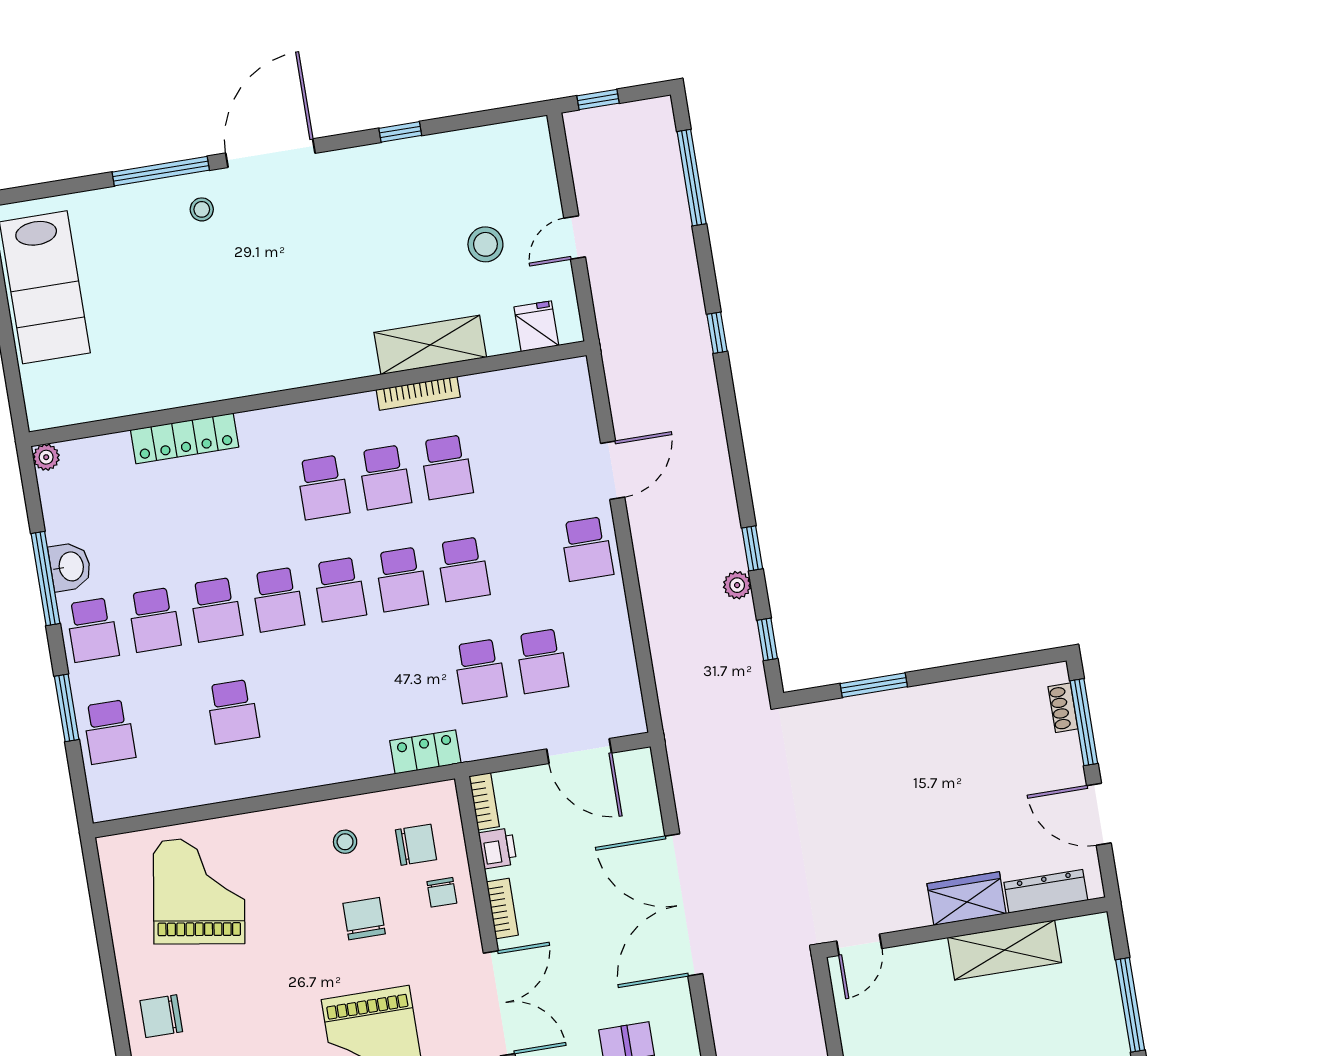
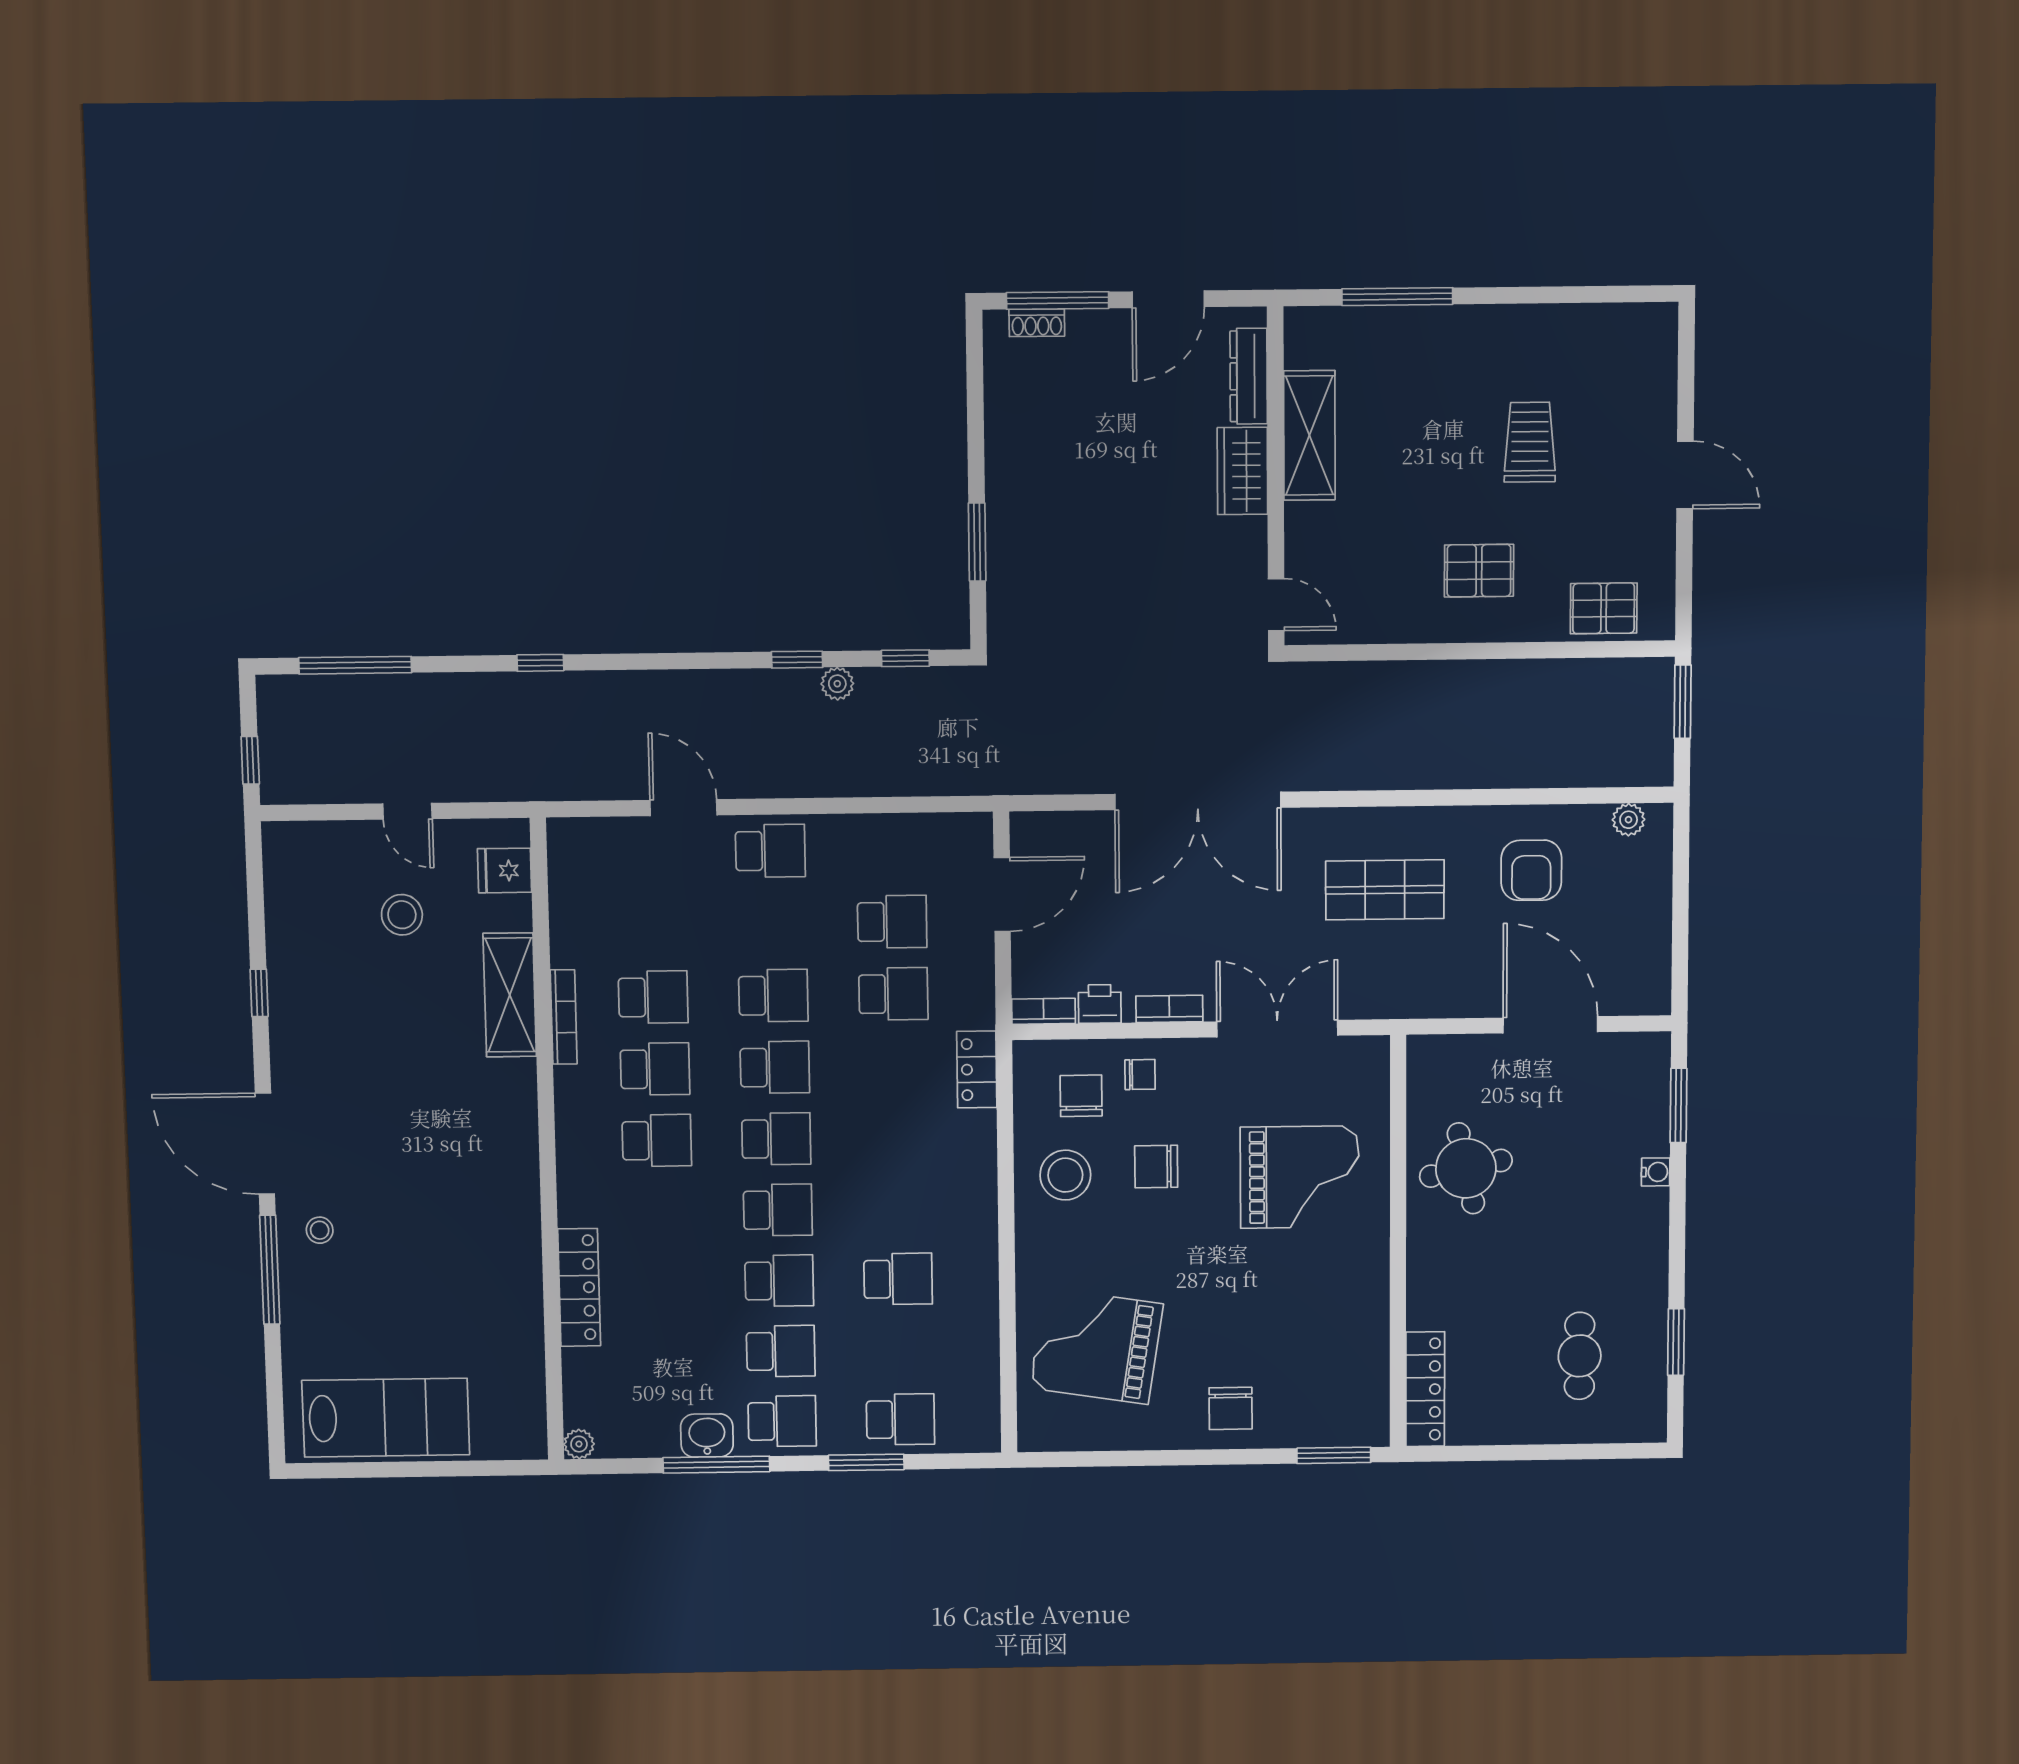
stool: (345, 842) -> (1065, 1175), width x1.89, depth x1.89

